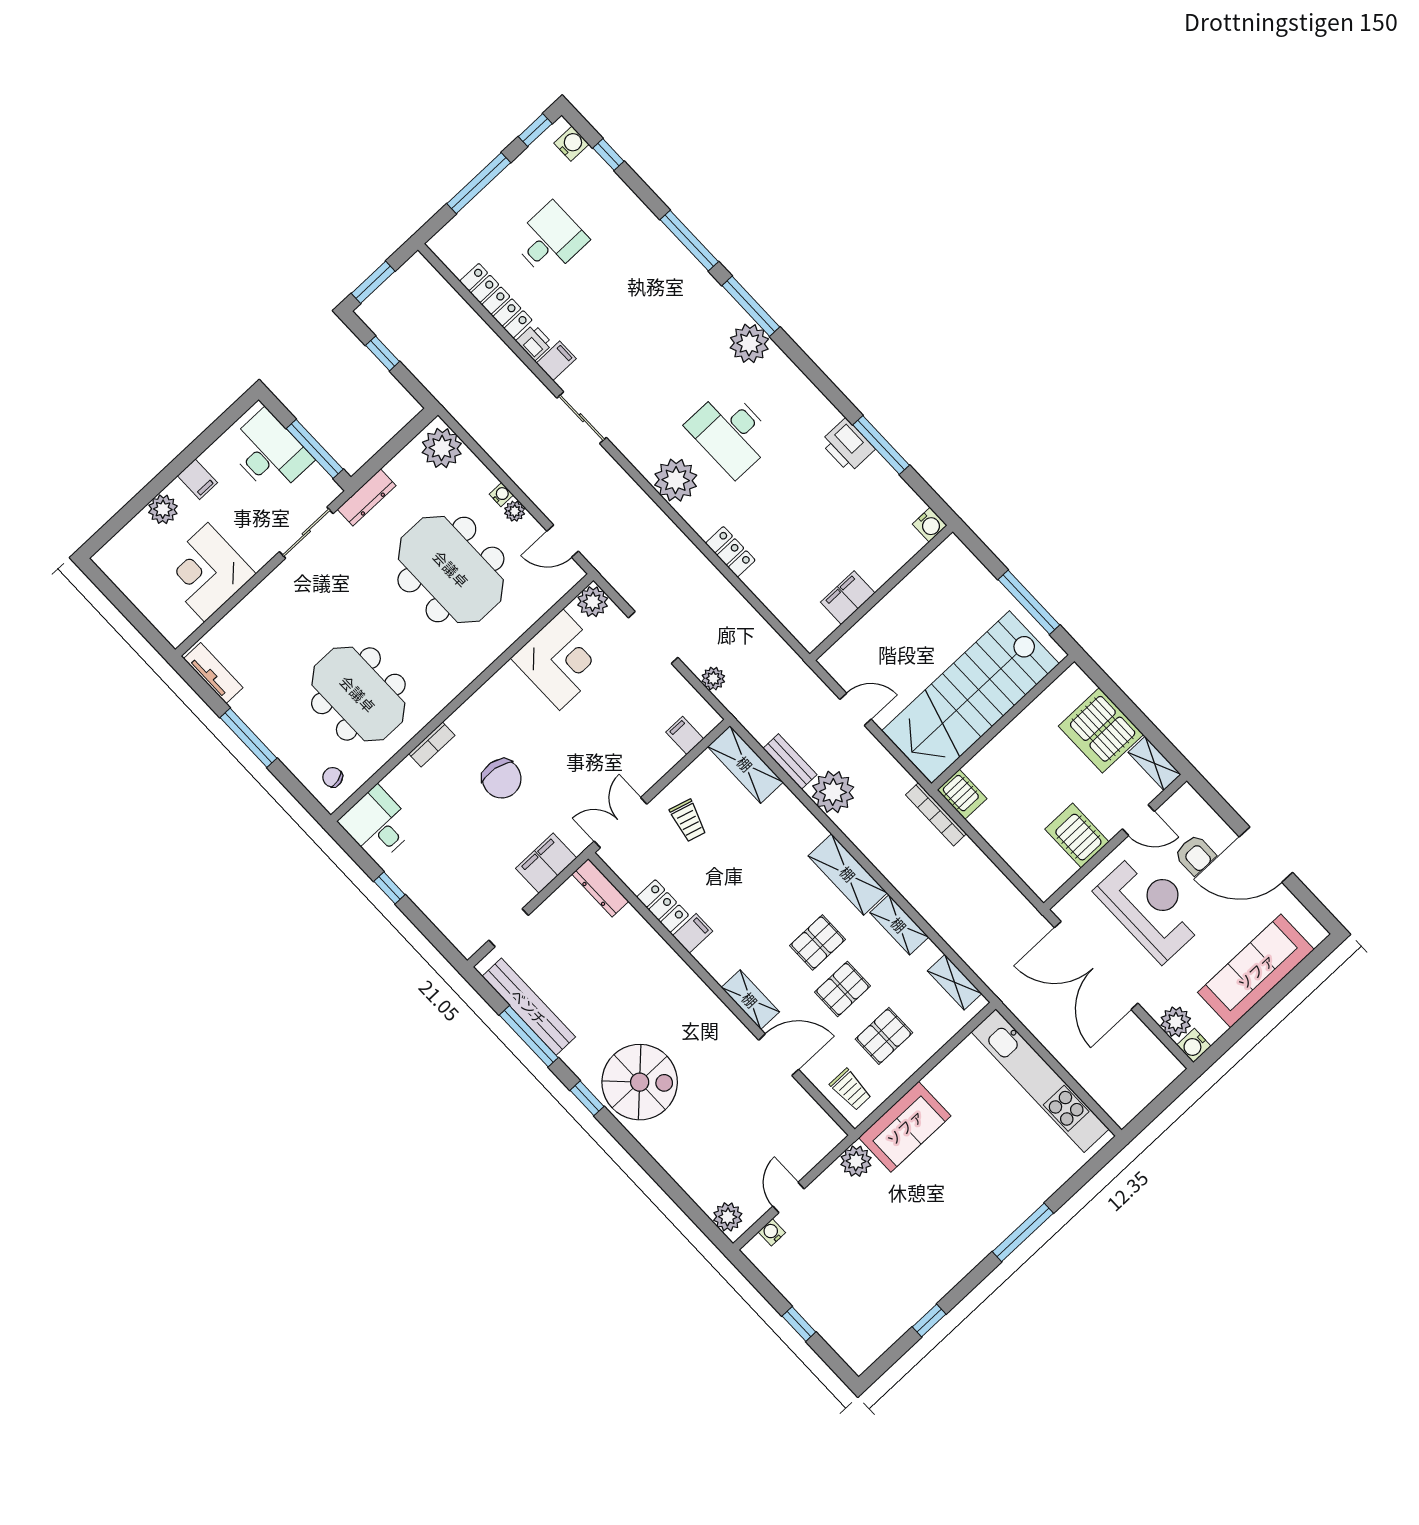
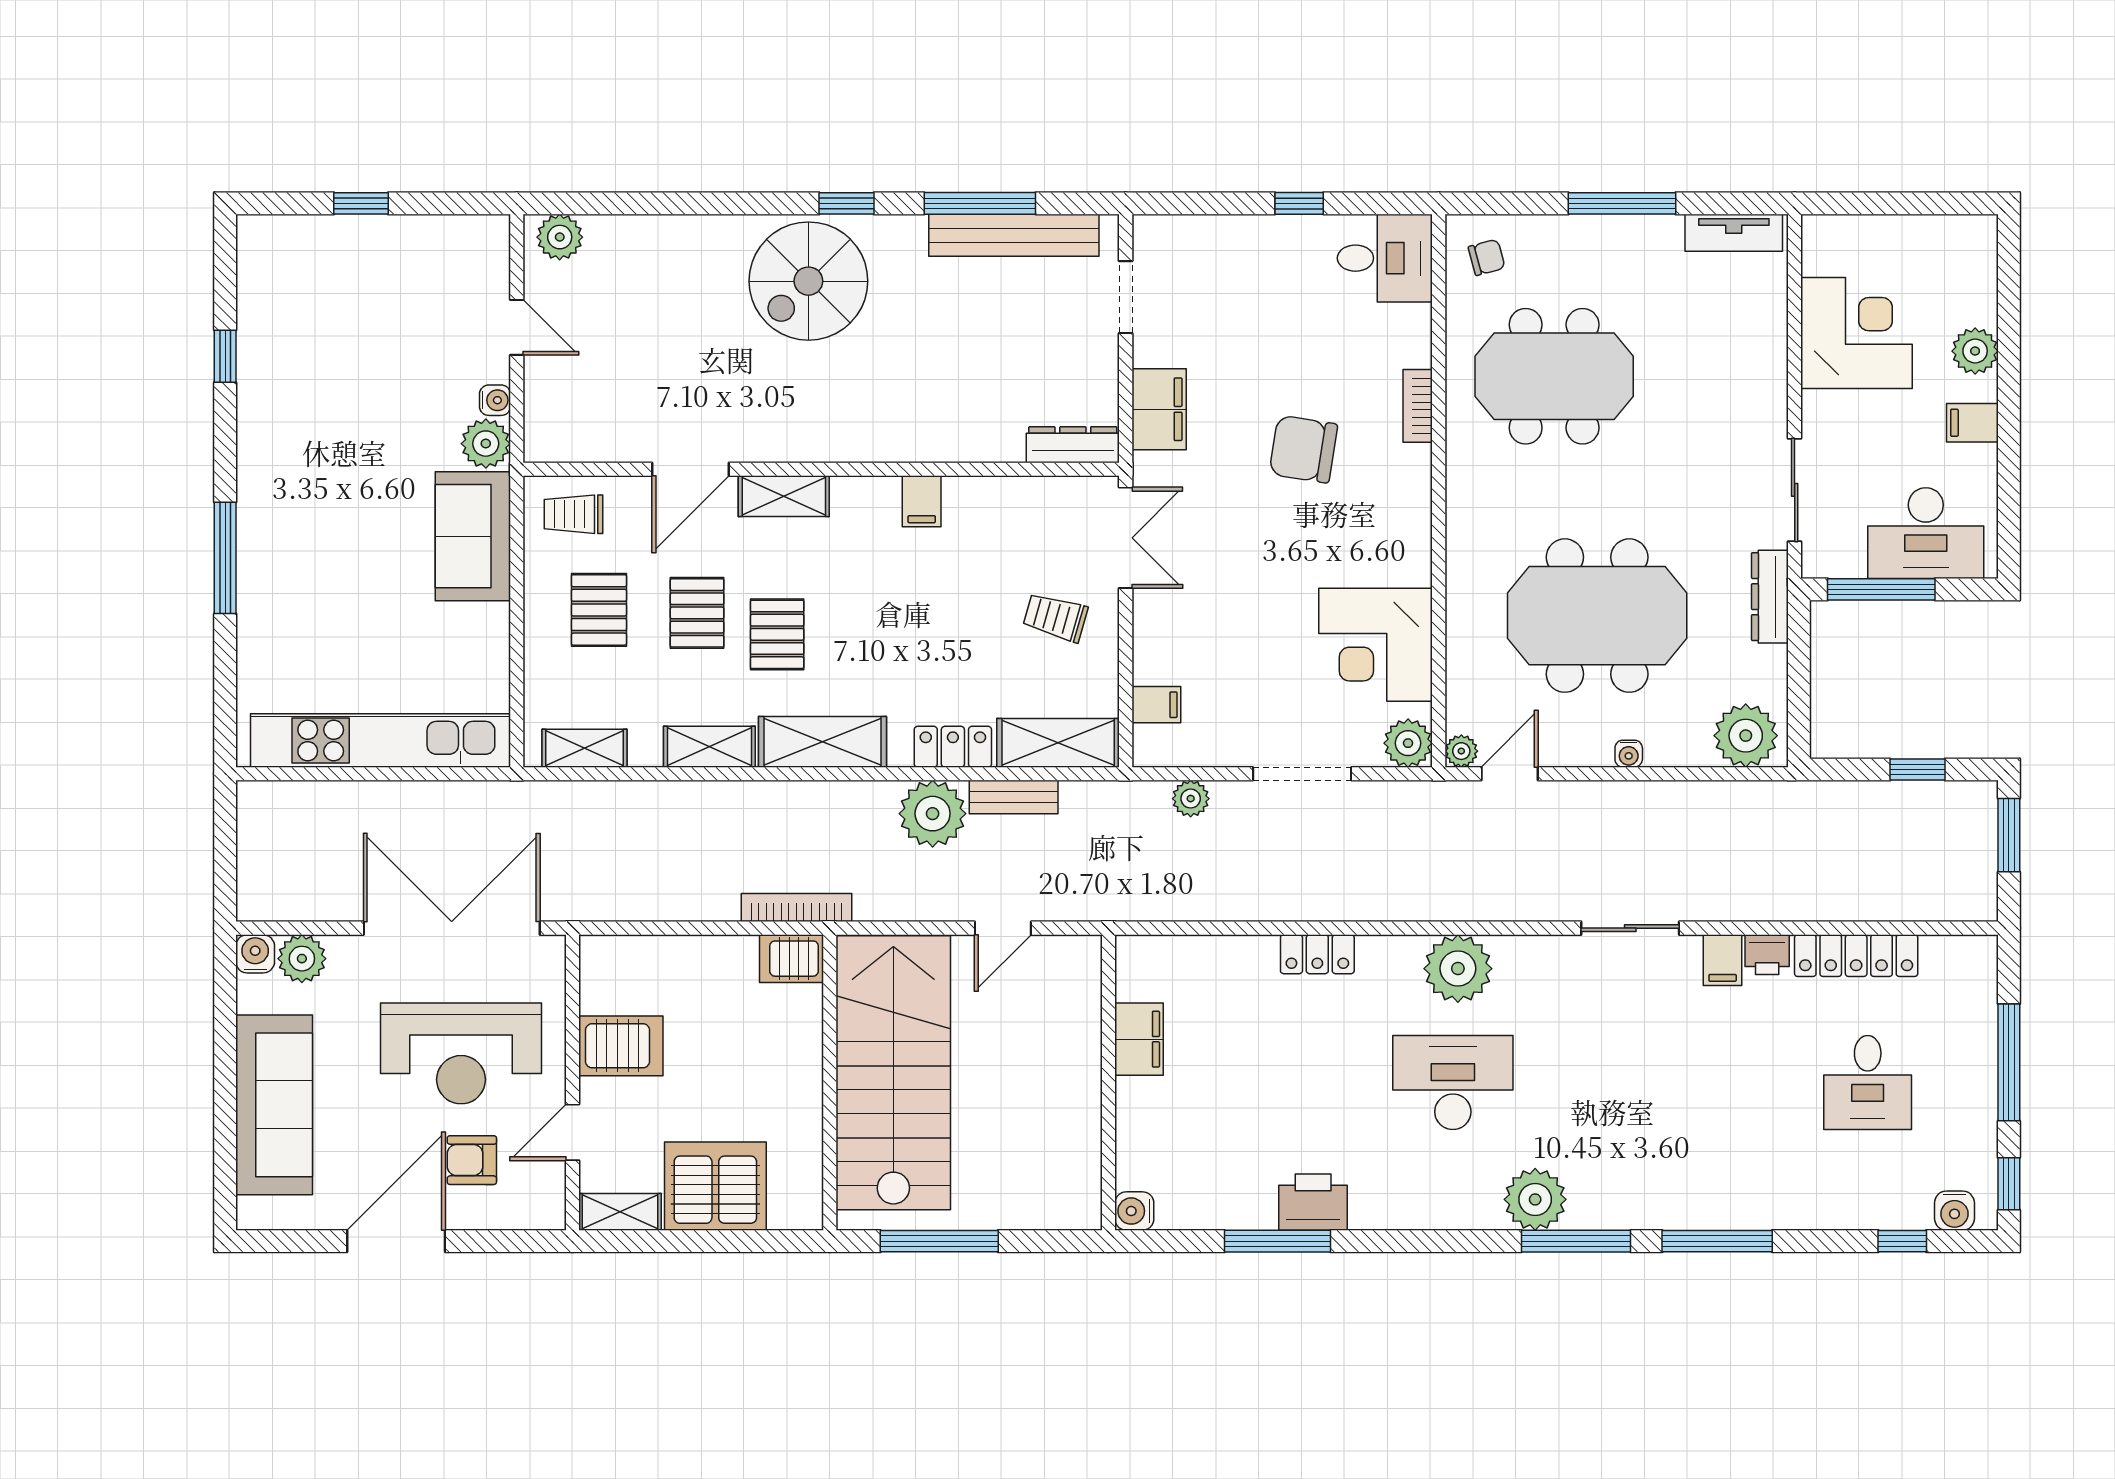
plant: (515, 511) -> (1461, 751), moved
locker: (663, 906) -> (953, 747), moved, turned 180
water cooler: (772, 1232) -> (495, 400), moved

